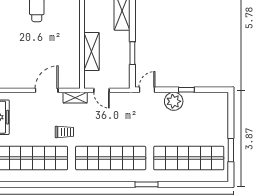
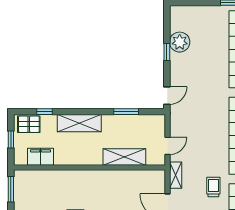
door: (147, 90) -> (167, 96), swing flipped
plant: (174, 101) -> (180, 42), moved

